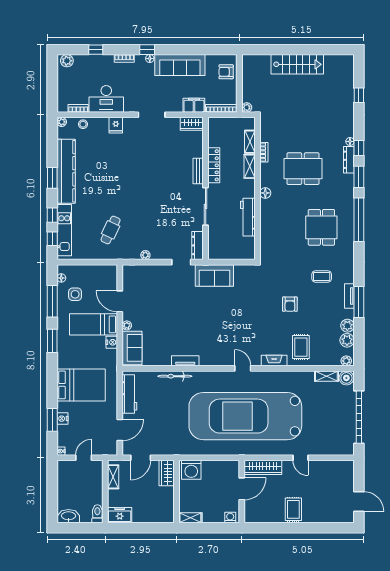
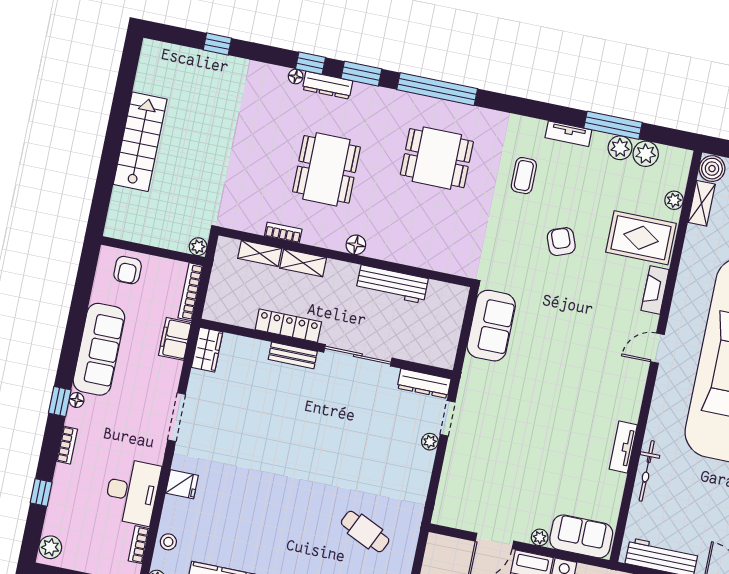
plant: (145, 255) -> (430, 442), moved
sofa: (214, 275) -> (491, 326), moved
window: (359, 302) -> (613, 125), moved
armchair: (290, 304) -> (561, 242), turned -111
rug: (301, 347) -> (641, 238), width x1.36, depth x1.43
plant: (346, 361) -> (674, 200), moved

